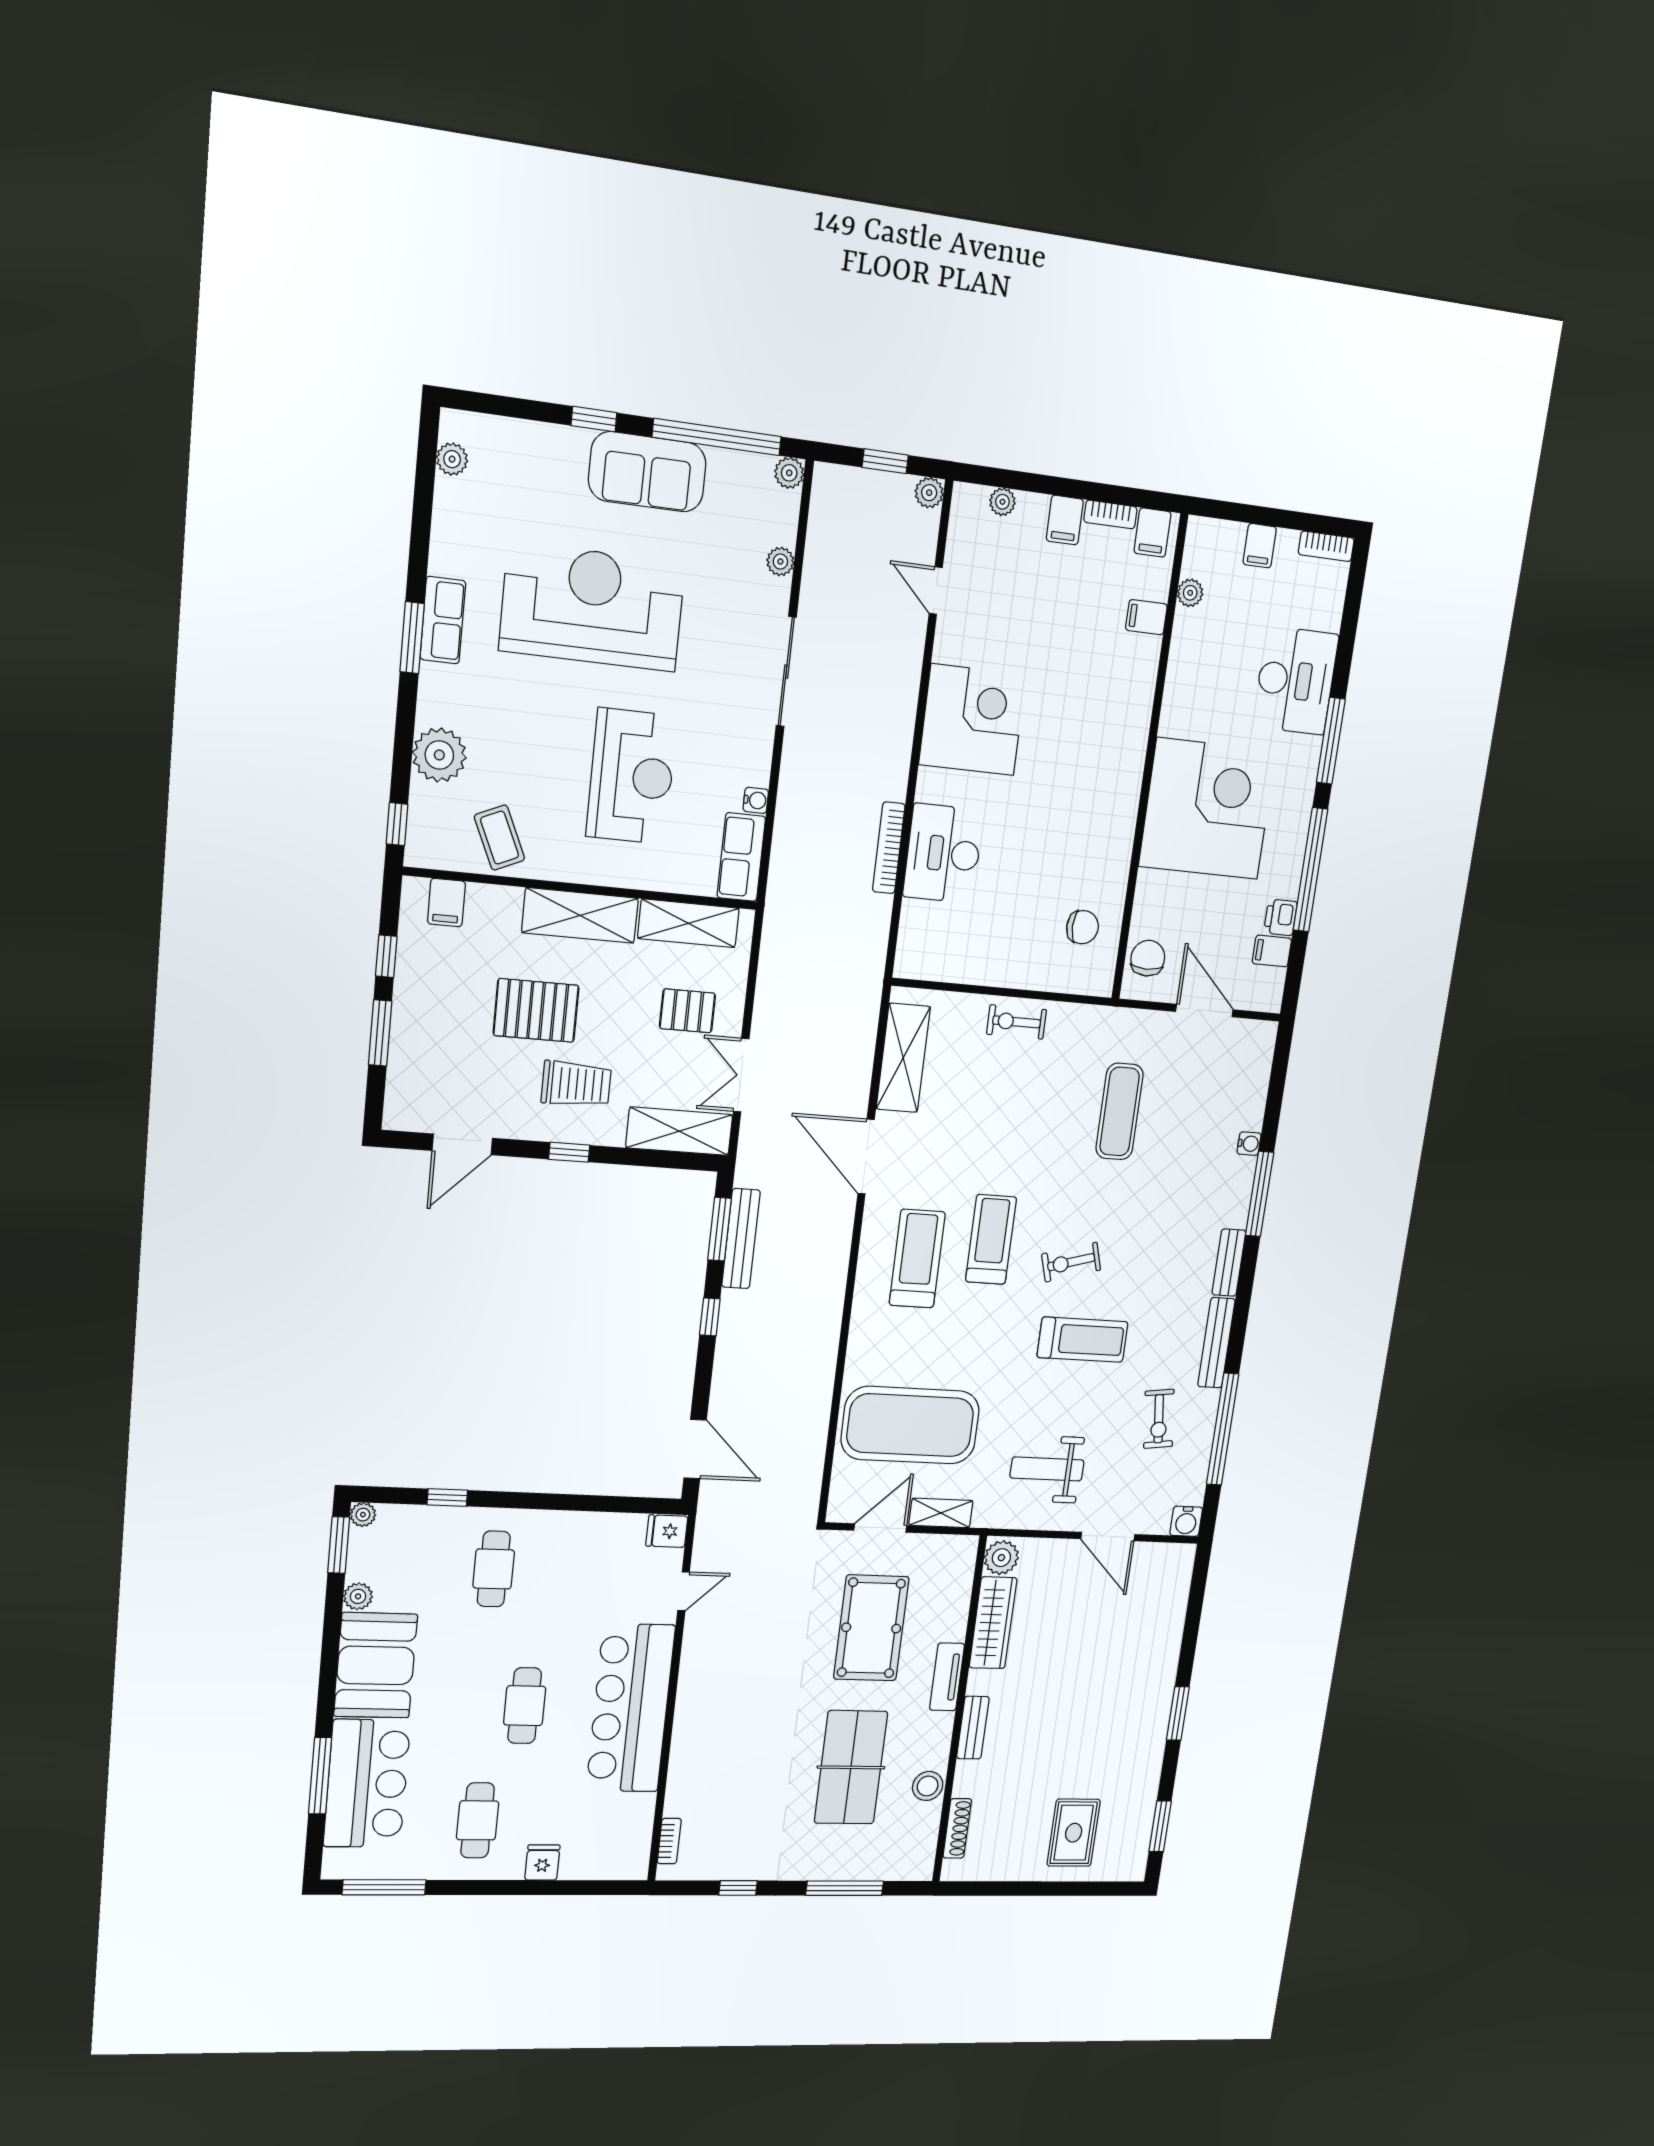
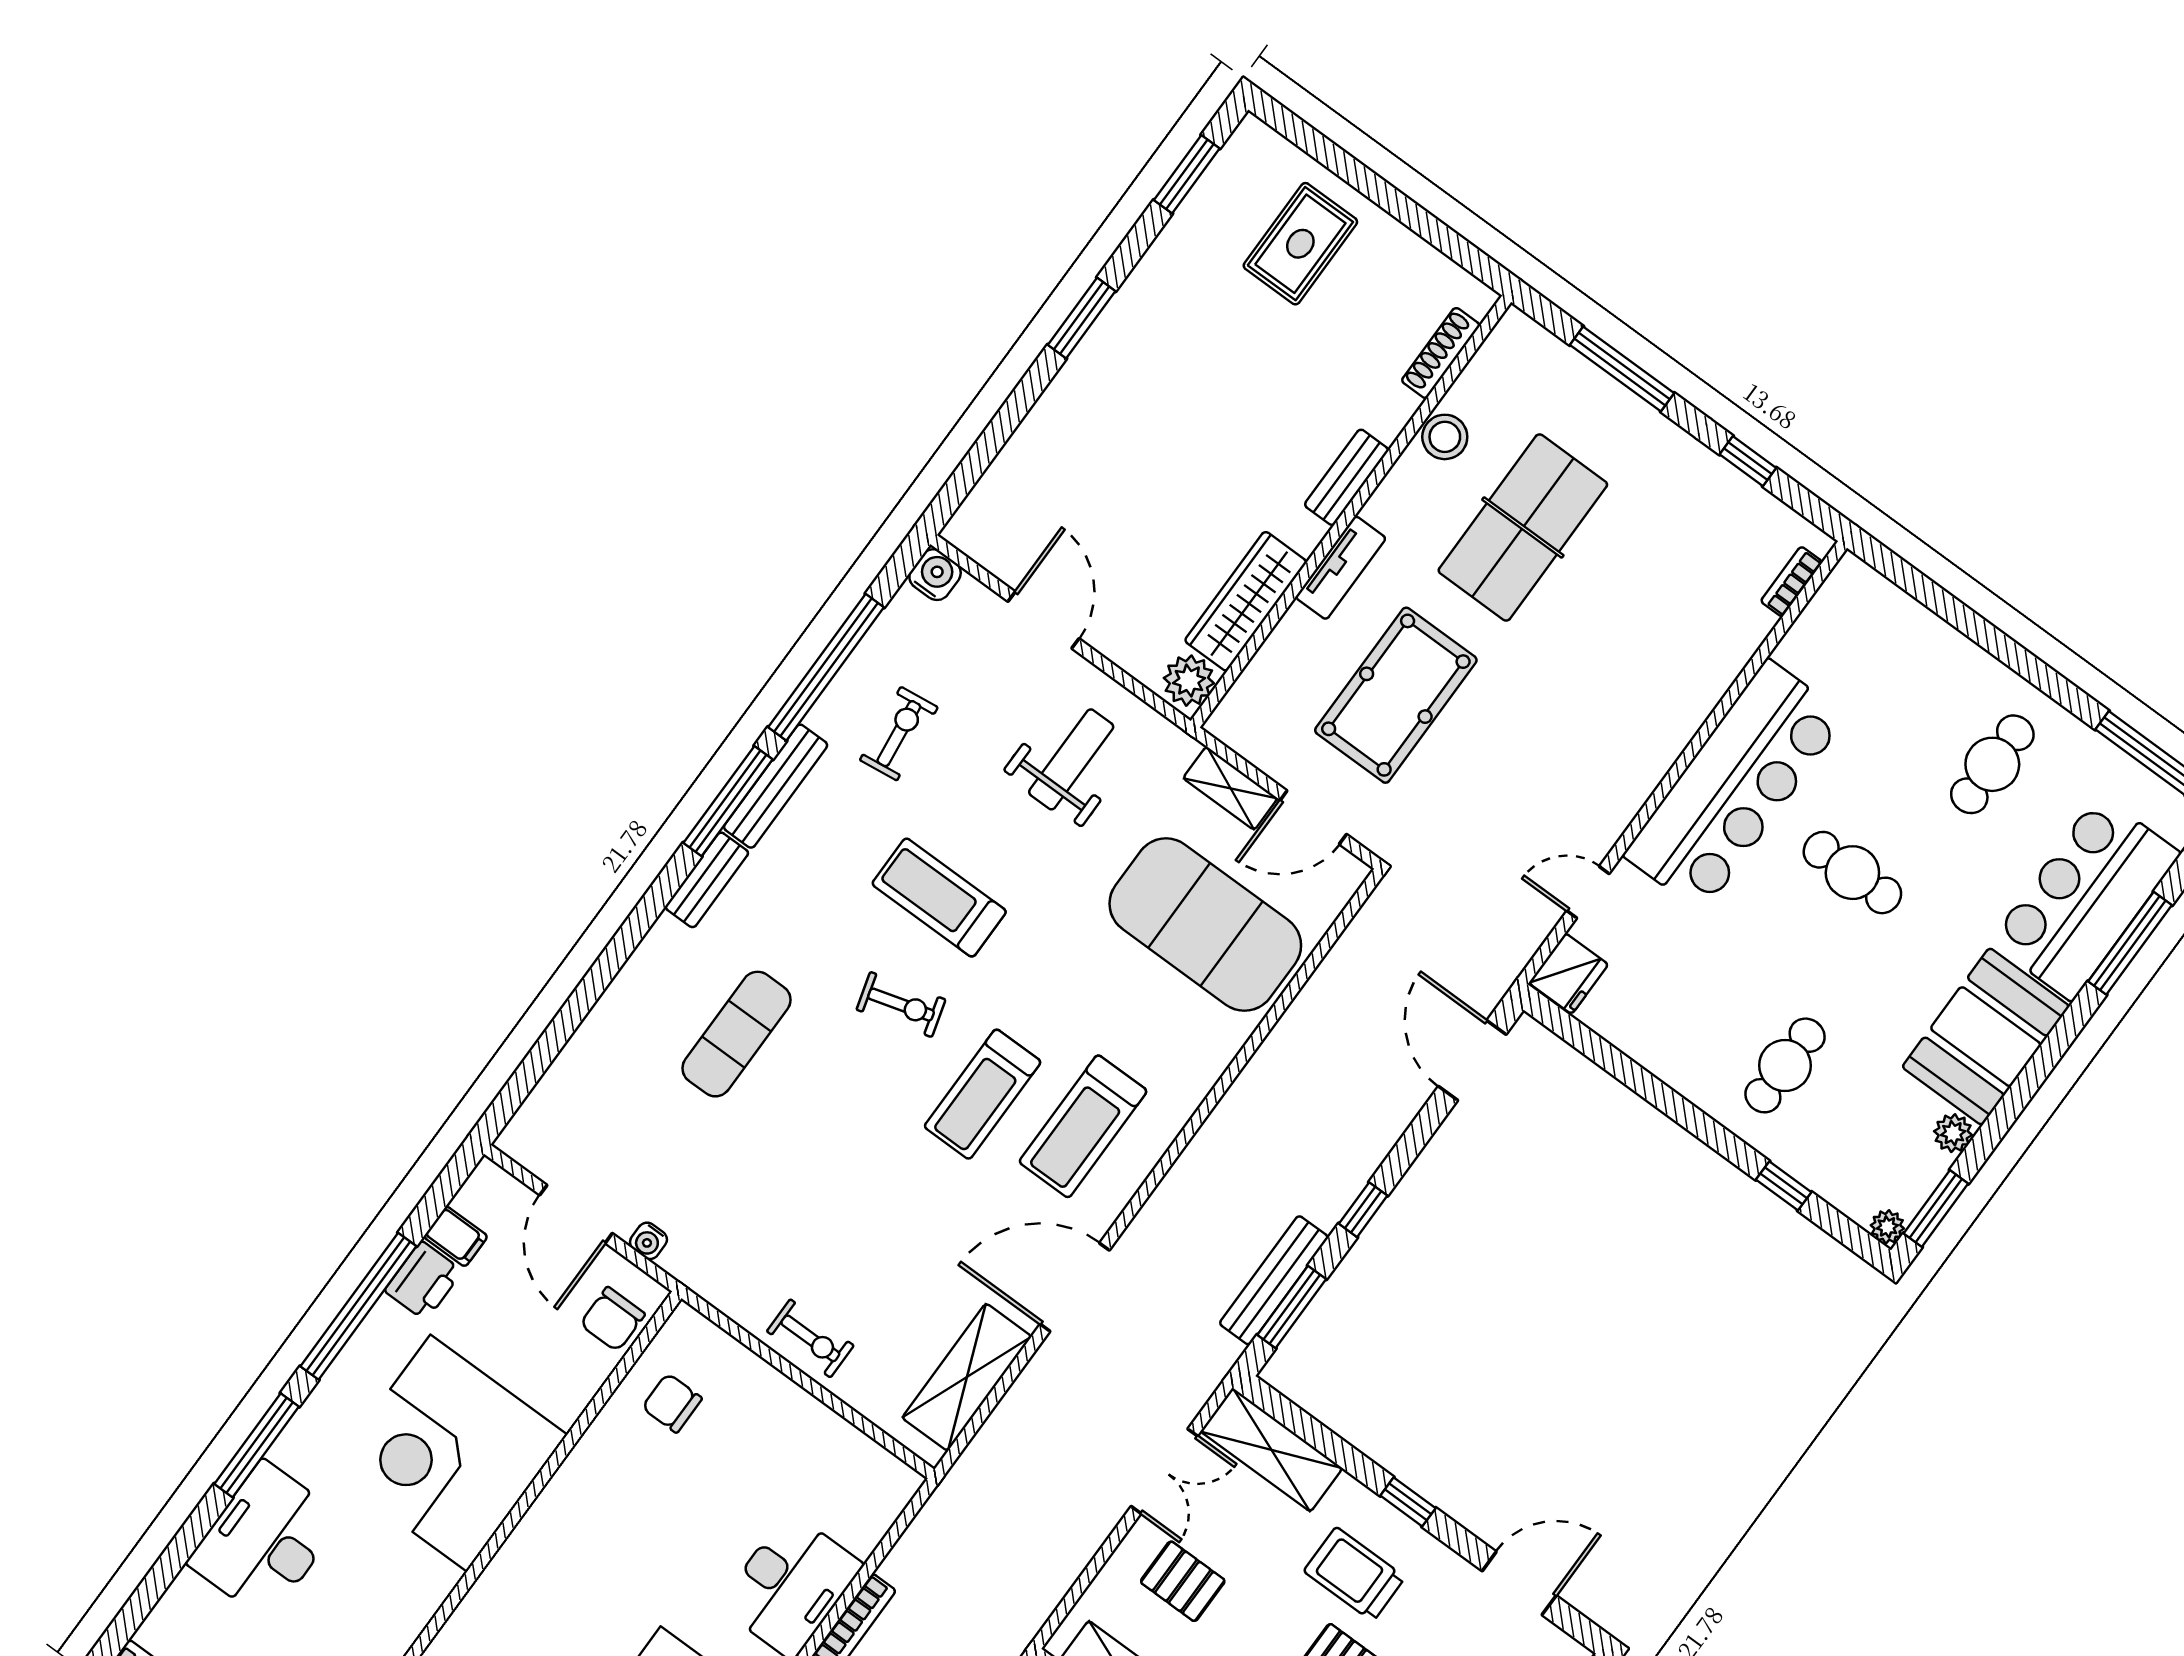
printer: (1281, 917) -> (423, 1281), width x1.36, depth x1.24
exercise mat: (1120, 1112) -> (736, 1034), moved
water cooler: (1249, 1144) -> (648, 1241), moved, turned -90
door: (866, 1157) -> (1075, 1287), swing flipped
window: (1260, 1194) -> (728, 801), moved
weight bench: (1047, 1469) -> (1071, 759), turned -90
fridge: (667, 1531) -> (1569, 974), width x1.38
cafe table: (525, 1706) -> (1852, 873), turned 90
fridge: (542, 1863) -> (1953, 658), removed

